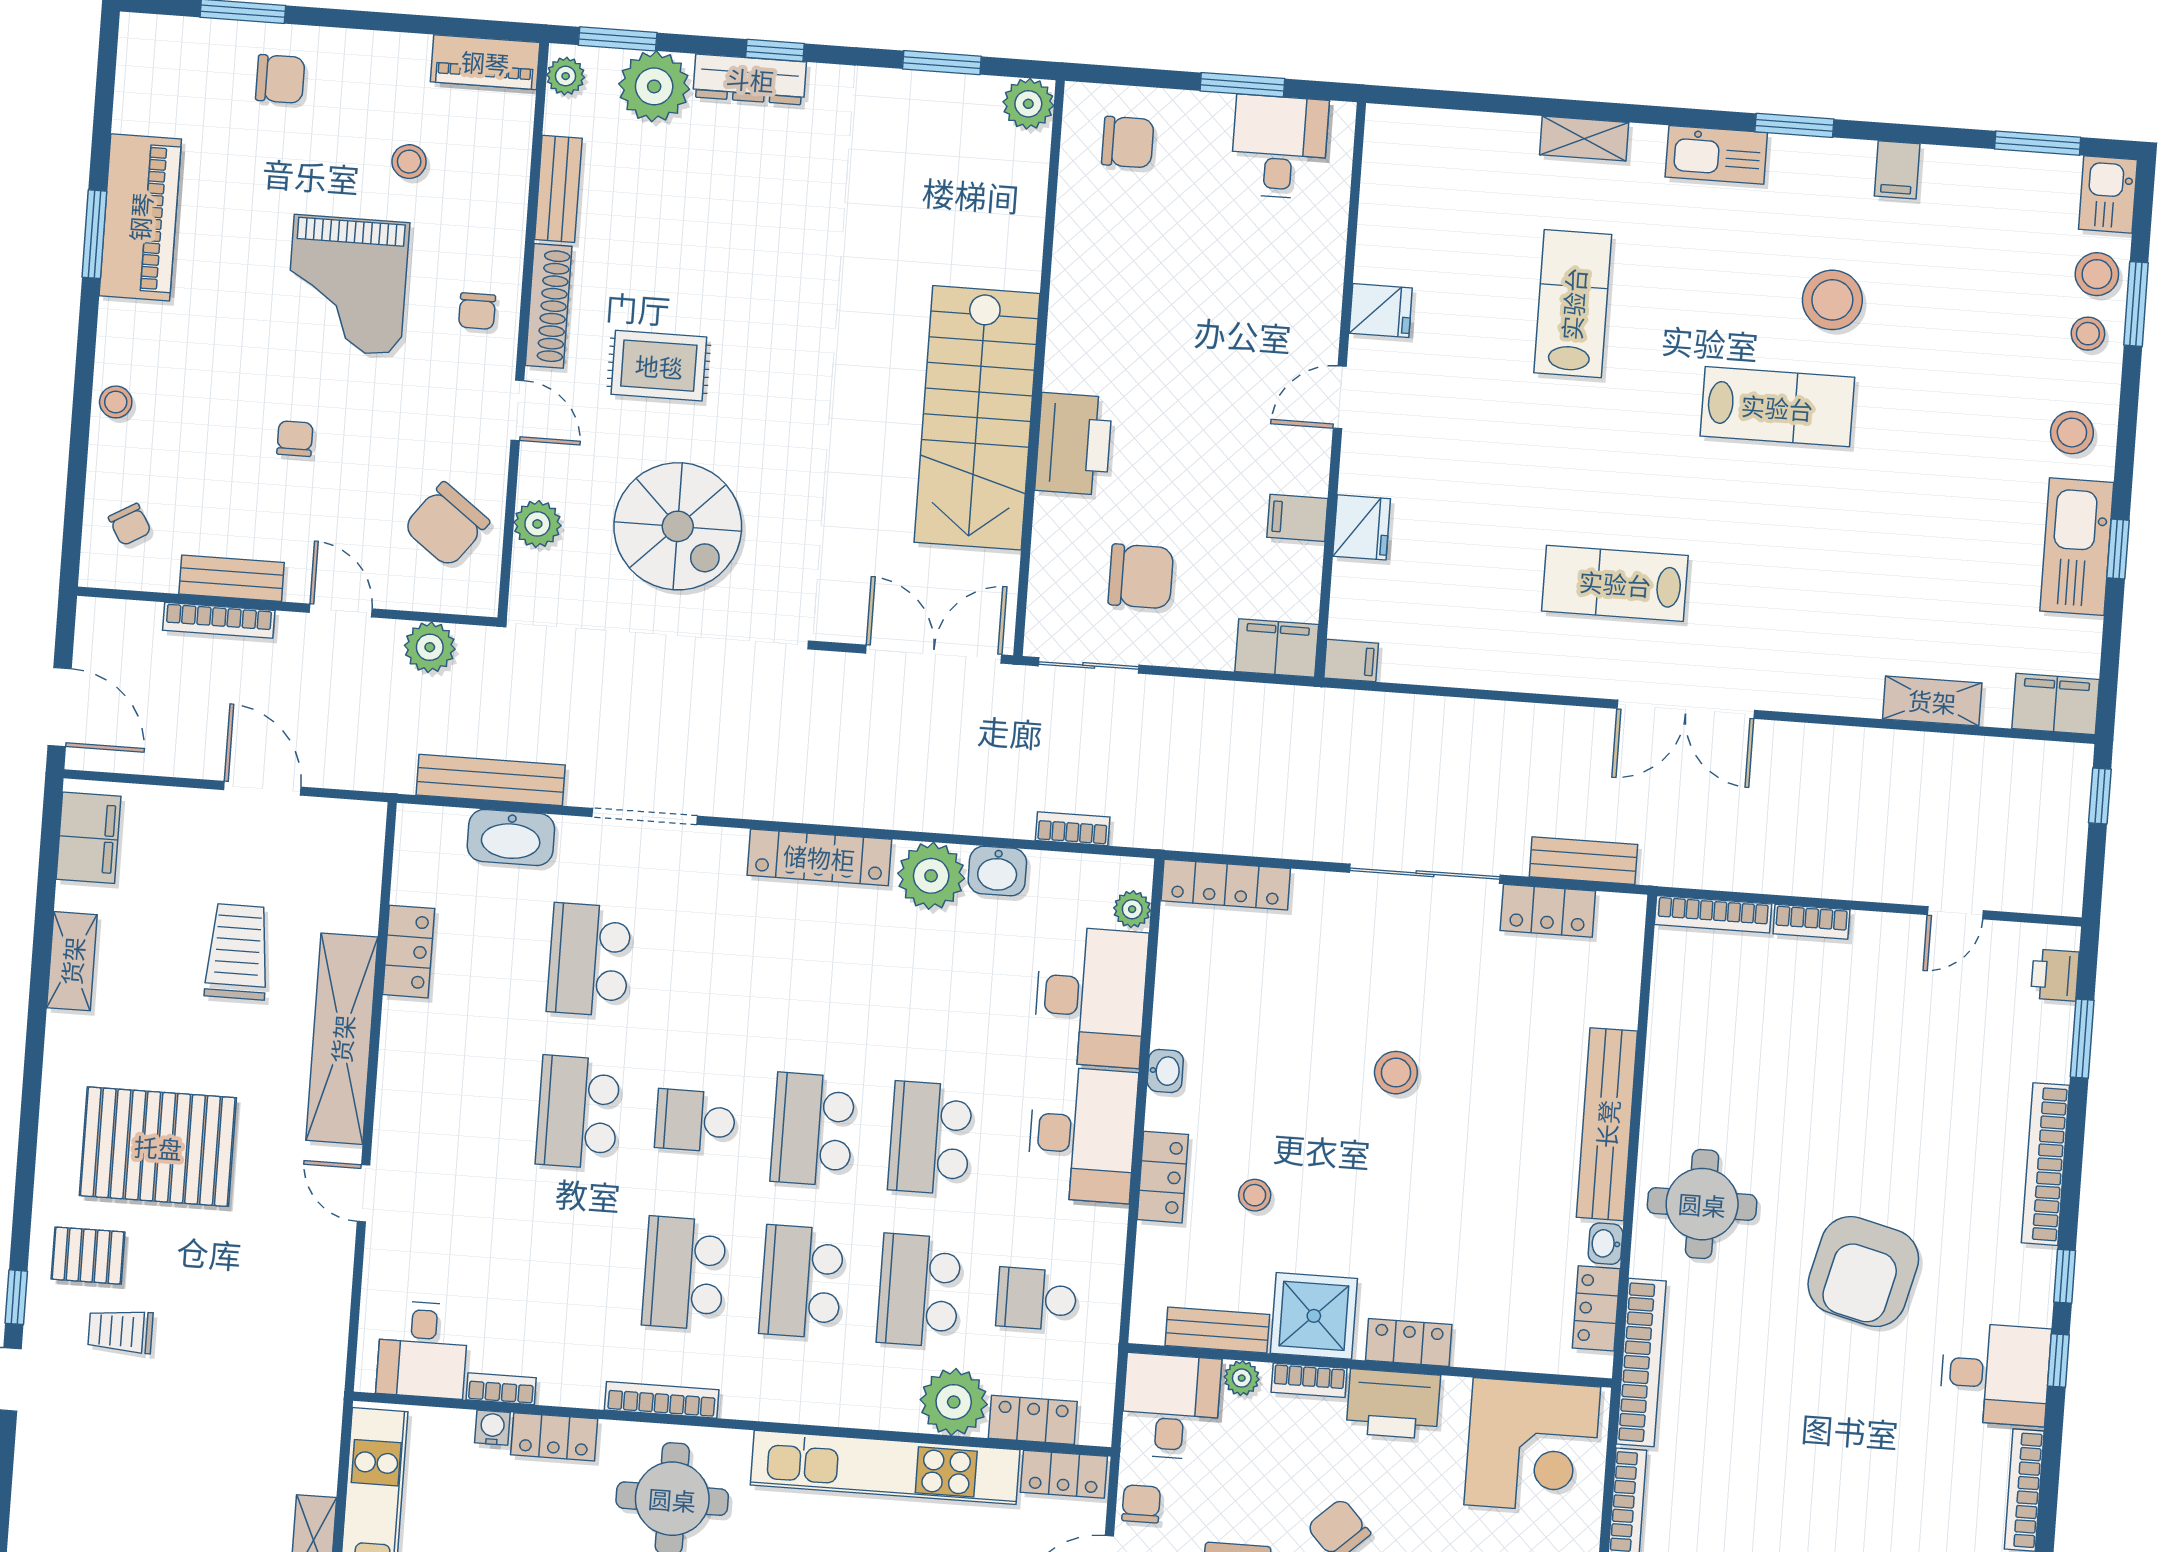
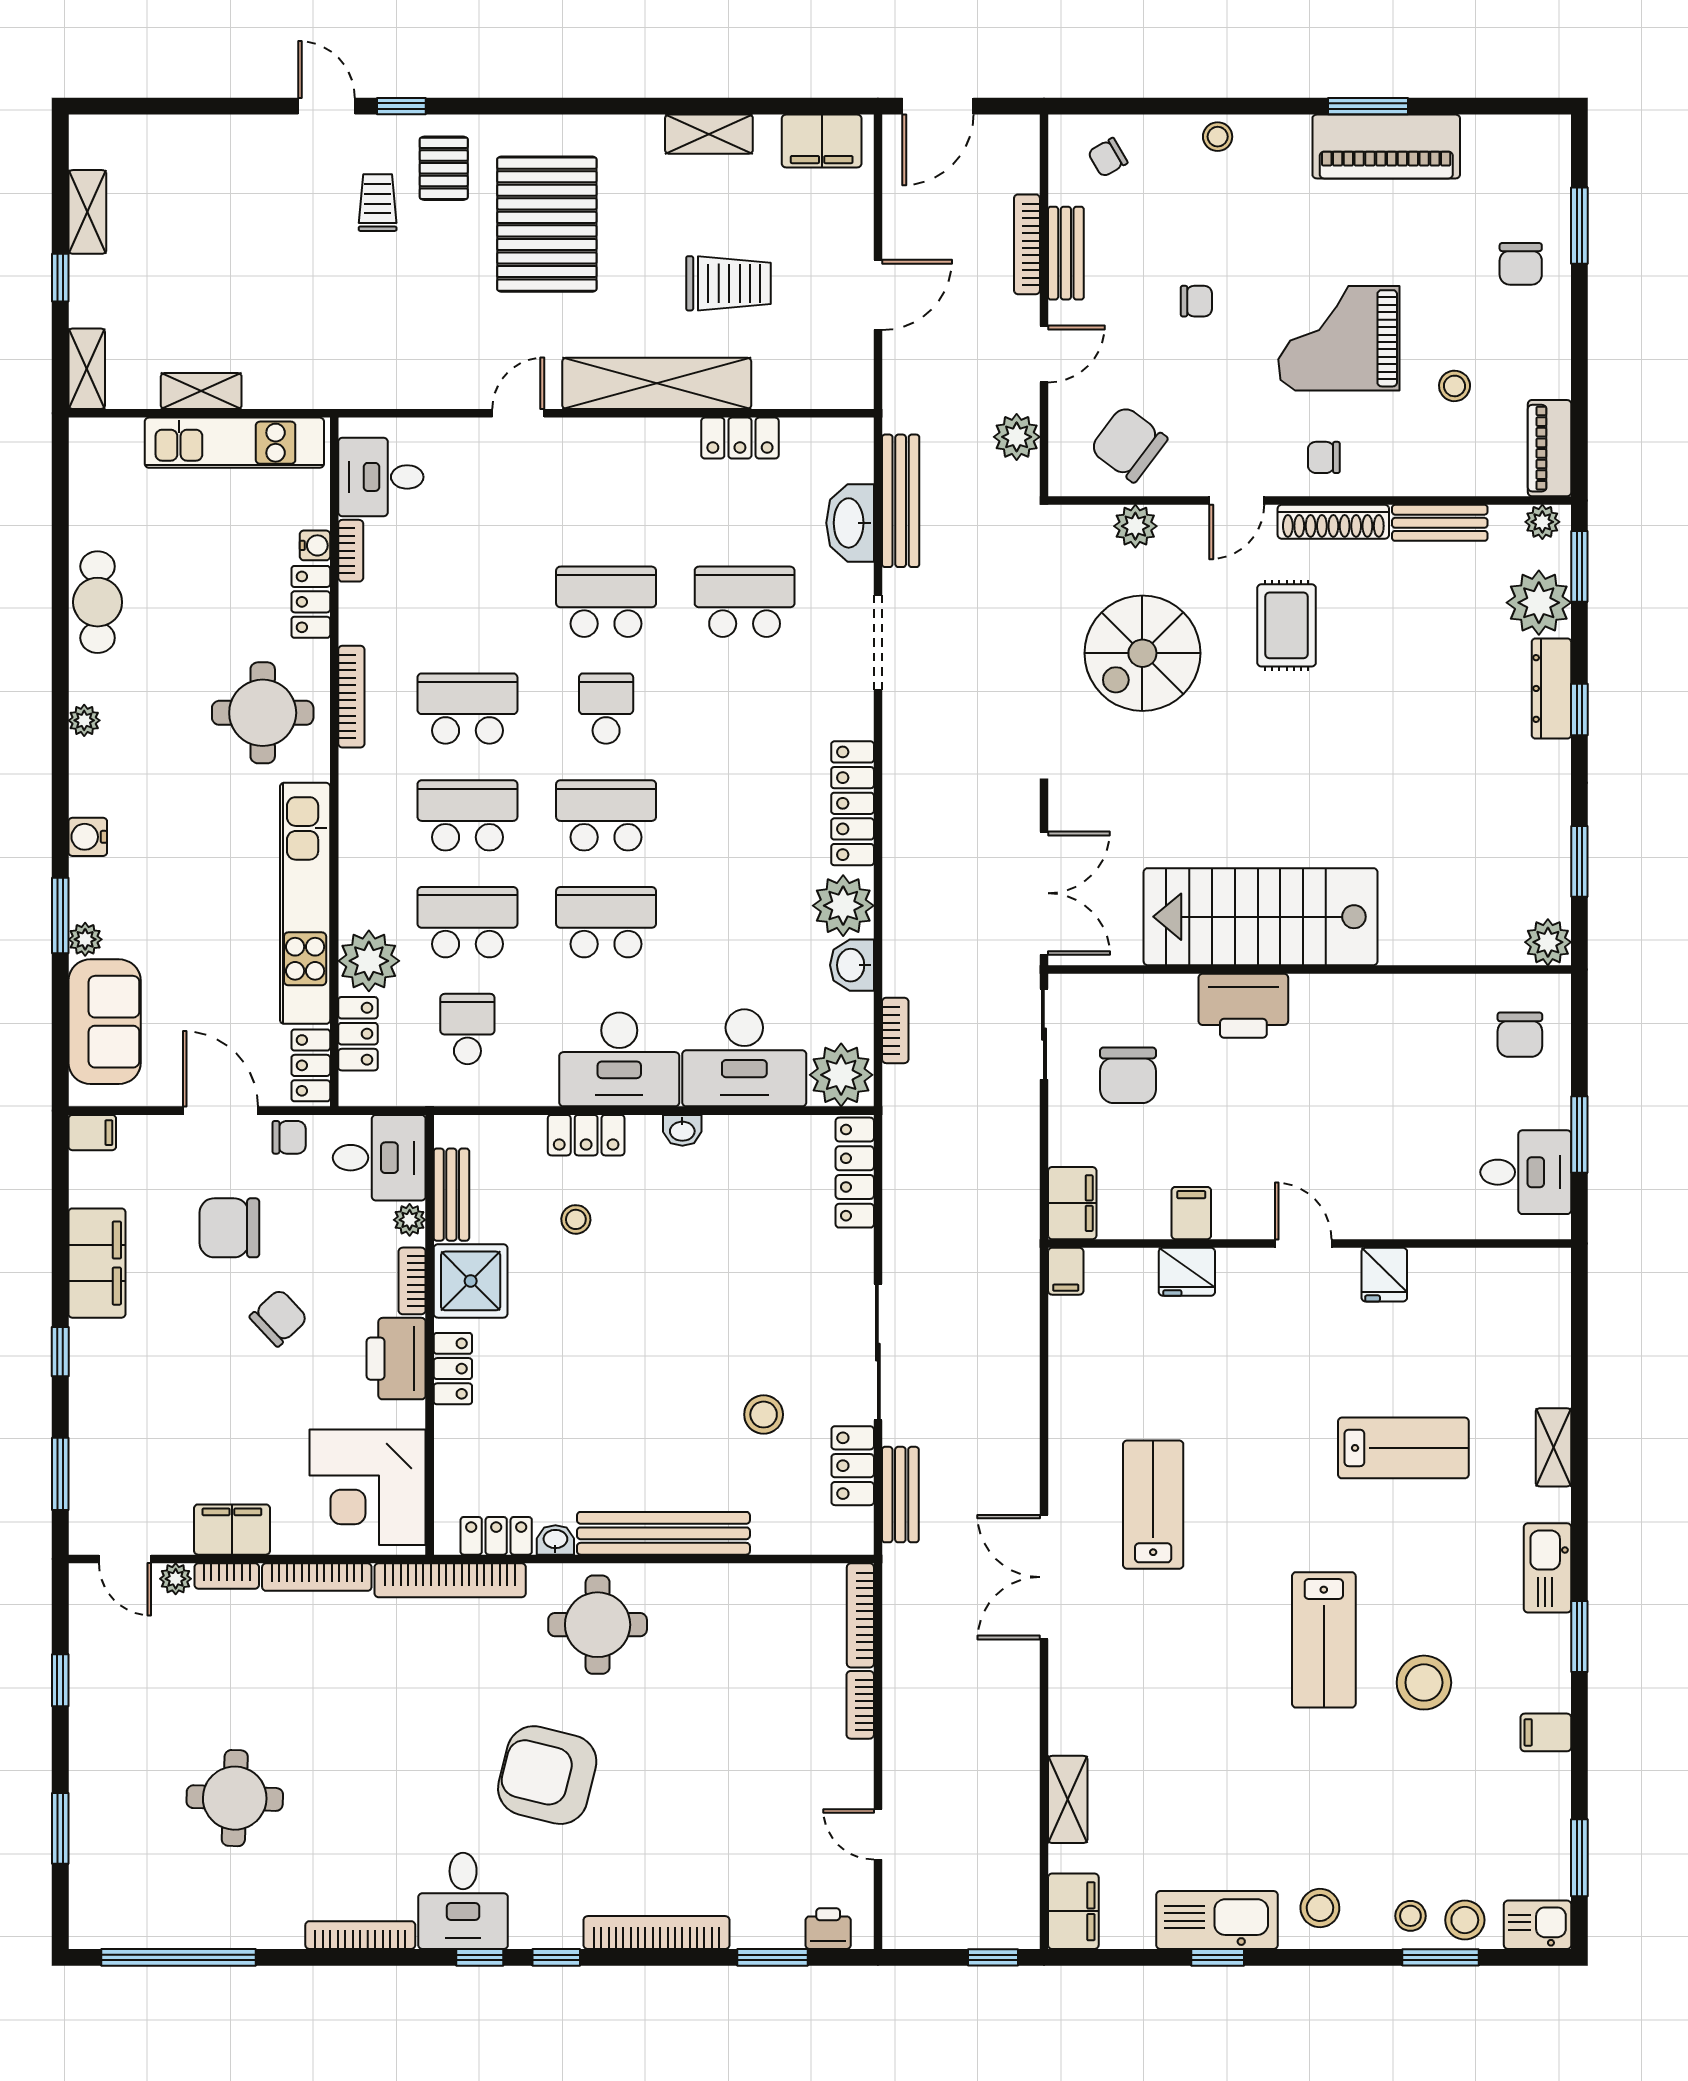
plant: (1132, 909) -> (841, 1075), width x1.88, depth x1.88
stool: (1396, 1073) -> (764, 1415), moved

